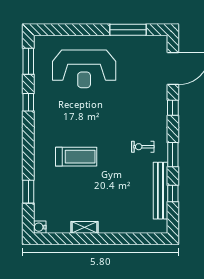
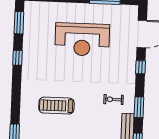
reception desk: (84, 69) -> (82, 39), moved
treadmill: (76, 157) -> (56, 106), turned 180

